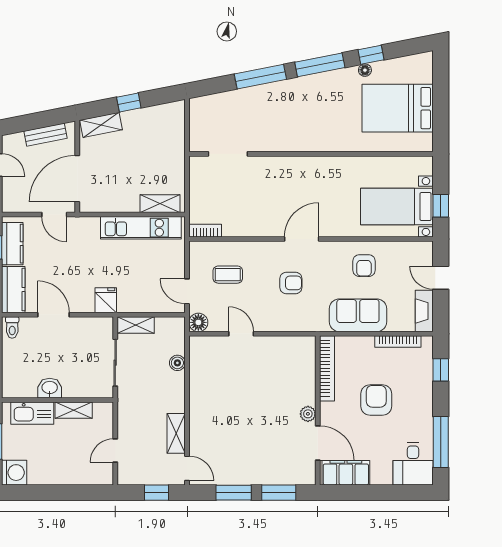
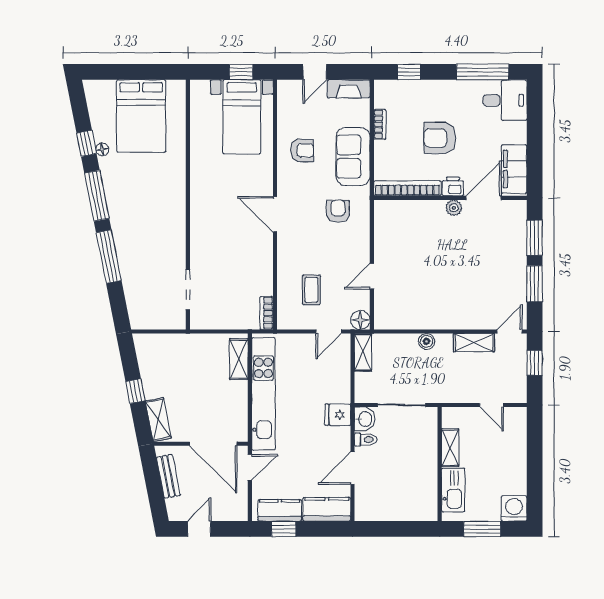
kitchen unit: (141, 228) -> (263, 394), width x1.36
armchair: (291, 283) -> (338, 211), moved
shelving: (136, 325) -> (363, 352), moved
toilet: (12, 327) -> (366, 440), moved
bookcase: (398, 341) -> (380, 124), width x0.64
boiler: (177, 363) -> (426, 341), moved
washbasin: (50, 388) -> (365, 419), moved, turned 180
printer: (329, 413) -> (453, 186), added

